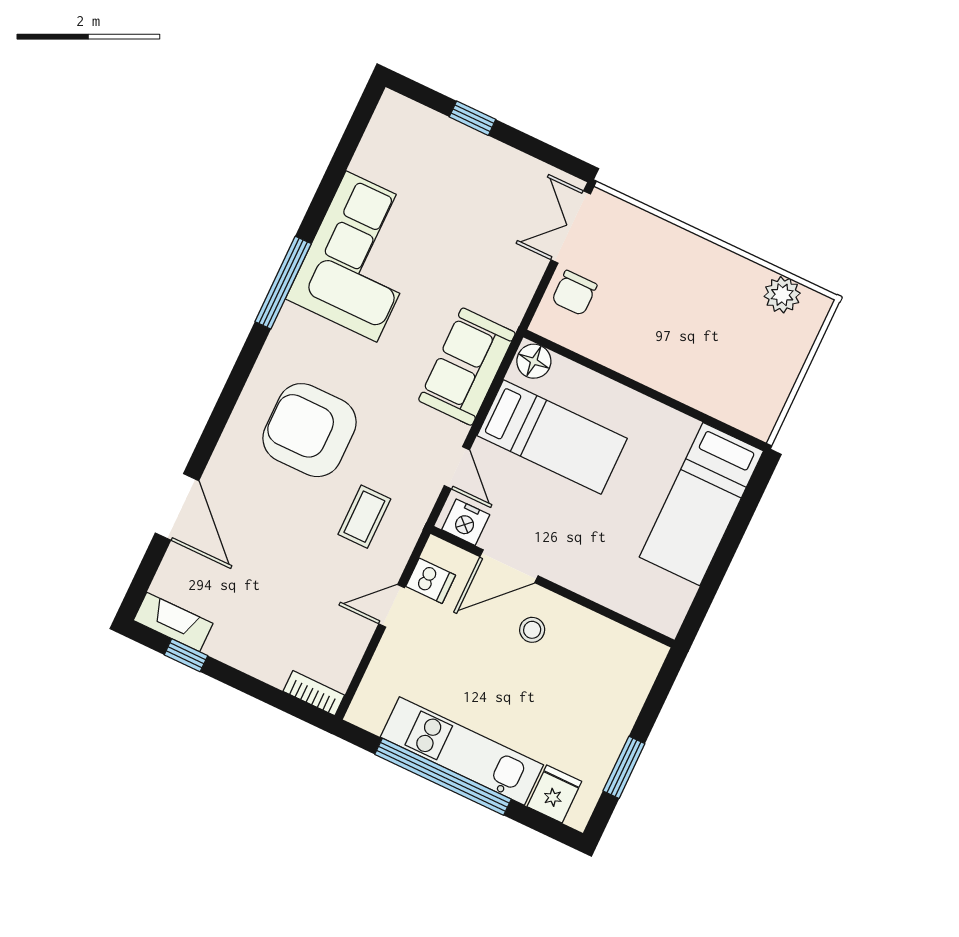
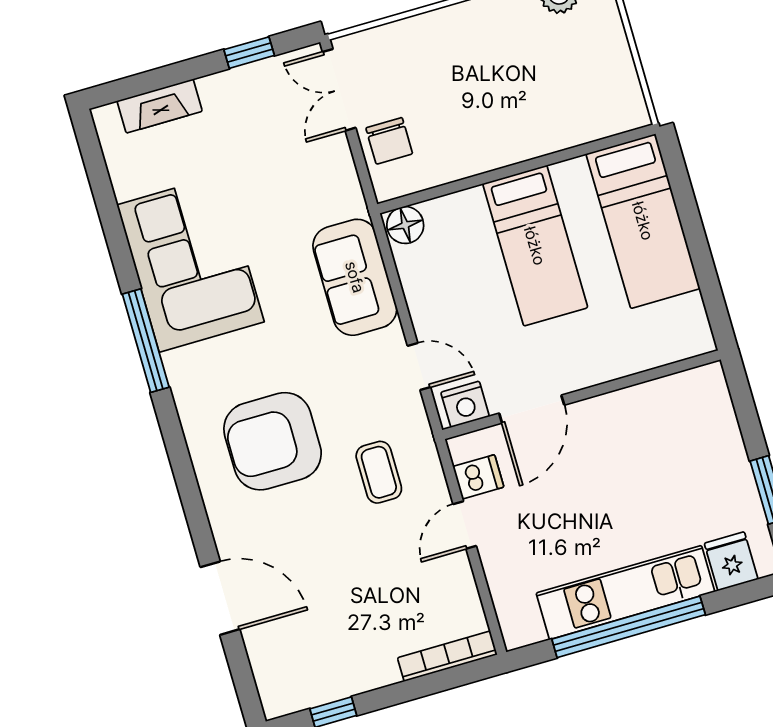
window: (472, 118) -> (249, 53), moved
bed: (552, 437) -> (535, 246), moved, turned 90
fireplace: (173, 622) -> (160, 106), moved, turned 180
stool: (532, 630) -> (596, 444), removed
bookcase: (314, 693) -> (447, 656), width x1.56

